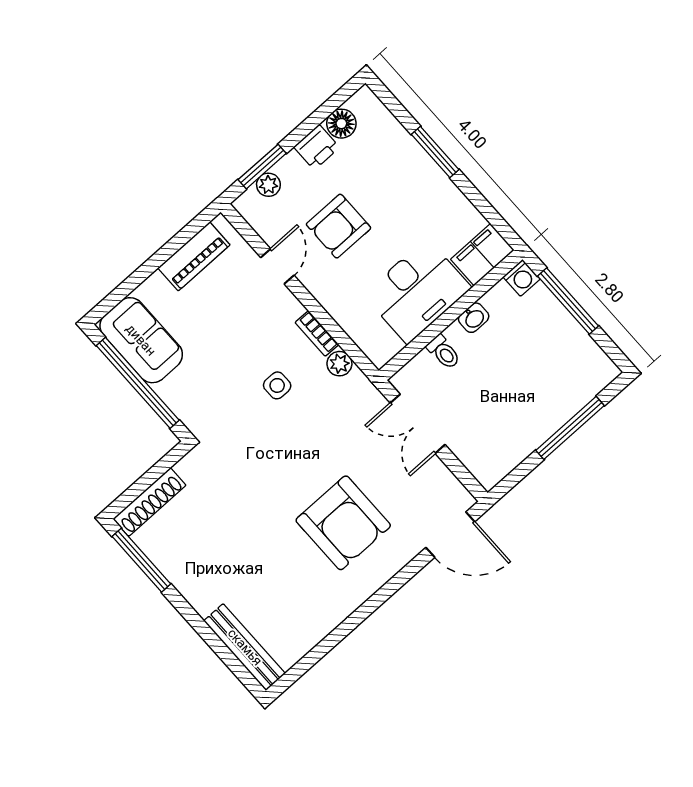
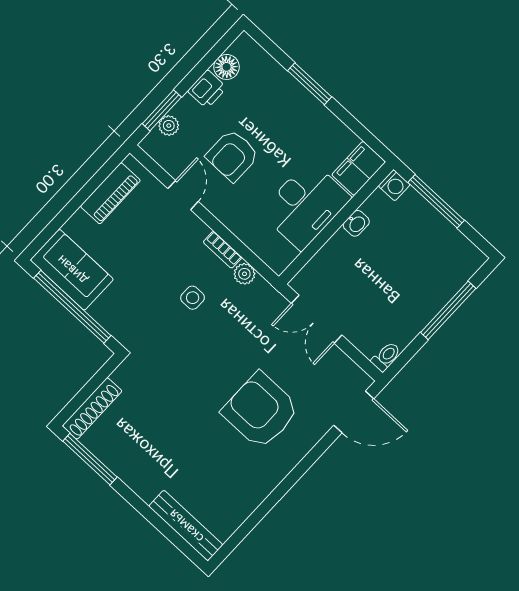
toilet: (444, 352) -> (386, 357), moved, turned -90
armchair: (343, 523) -> (261, 411), turned 180

